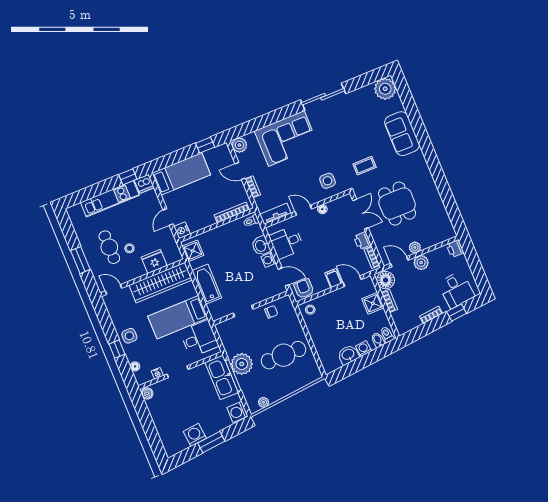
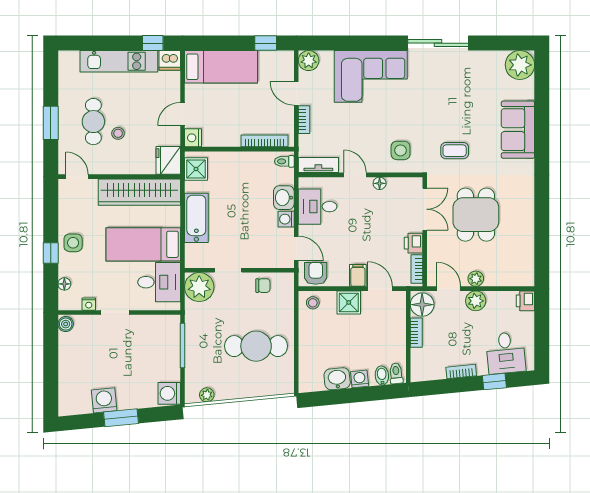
fridge: (154, 261) -> (168, 160), moved, turned -90
shower: (373, 303) -> (349, 302), moved
plant: (242, 364) -> (199, 287), moved
kitchen sink: (222, 377) -> (167, 342), removed

